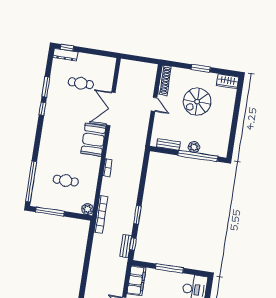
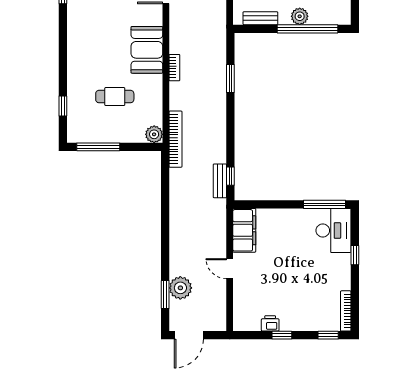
booth: (93, 140) -> (147, 50), moved
window: (31, 182) -> (63, 106), width x0.32
window: (137, 215) -> (230, 78), moved
window: (169, 268) -> (324, 204), moved

